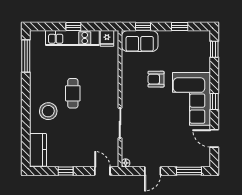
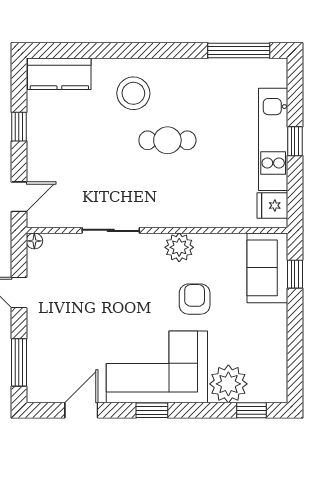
window: (180, 27) -> (295, 344), removed
plant: (200, 61) -> (228, 384), added
plant: (129, 87) -> (179, 247), added

